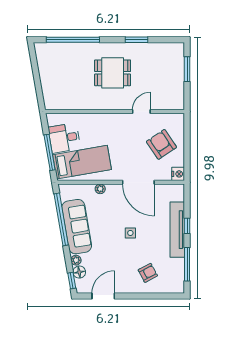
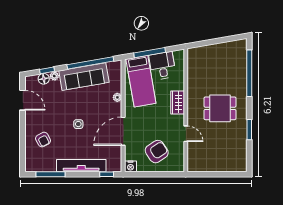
window: (187, 69) -> (223, 174), removed
dining table: (113, 73) -> (220, 108), turned 90
wardrobe: (106, 121) -> (178, 102), added
window: (187, 226) -> (107, 174), moved
window: (72, 281) -> (47, 70), moved

